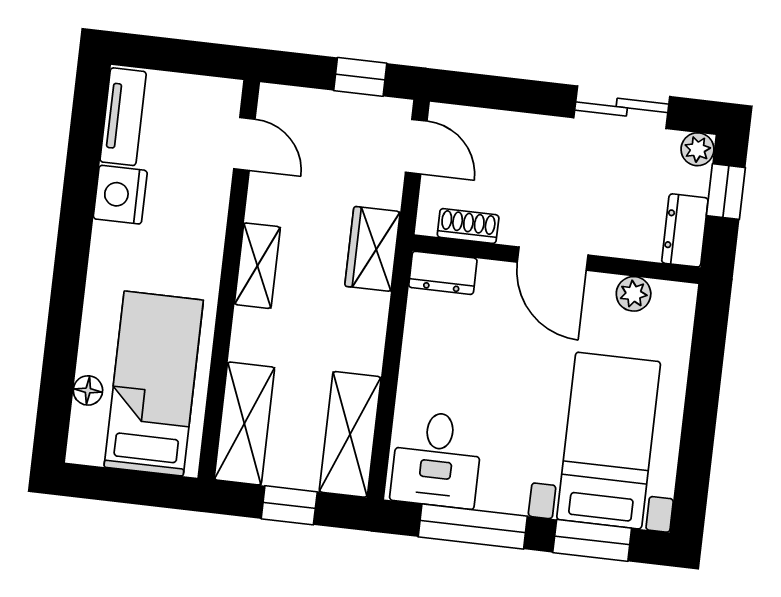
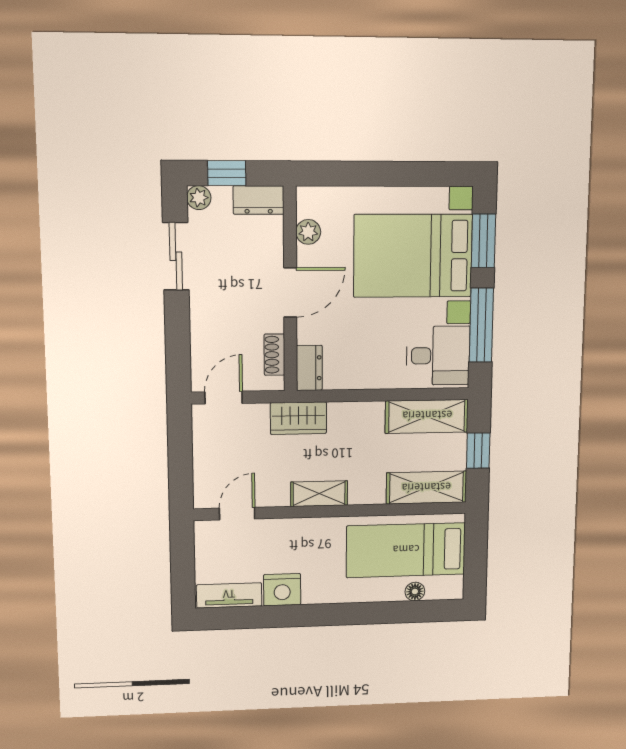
window: (360, 77) -> (180, 442), removed
bed with nightstands: (609, 441) -> (413, 256), width x1.36

